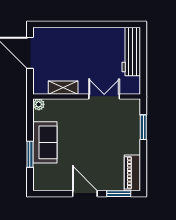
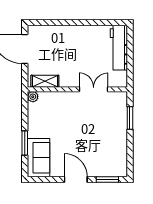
shelving: (63, 88) -> (45, 81), moved
sofa: (45, 142) -> (39, 158), moved
piano: (132, 173) -> (120, 160), removed

